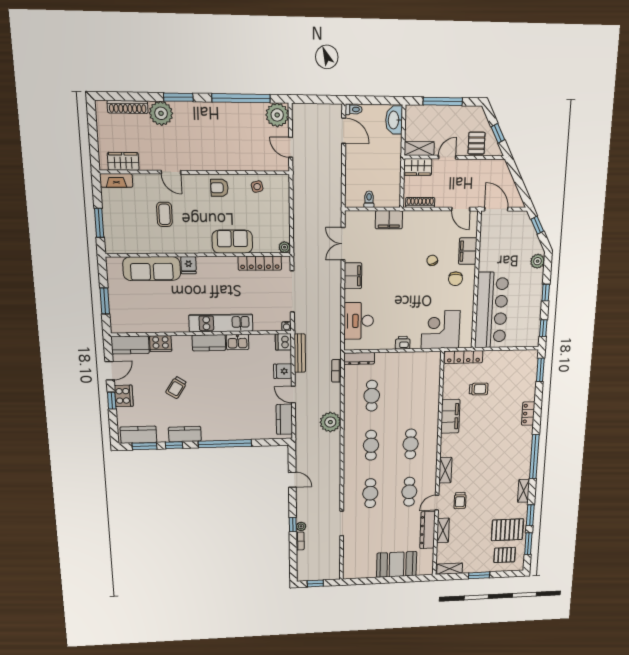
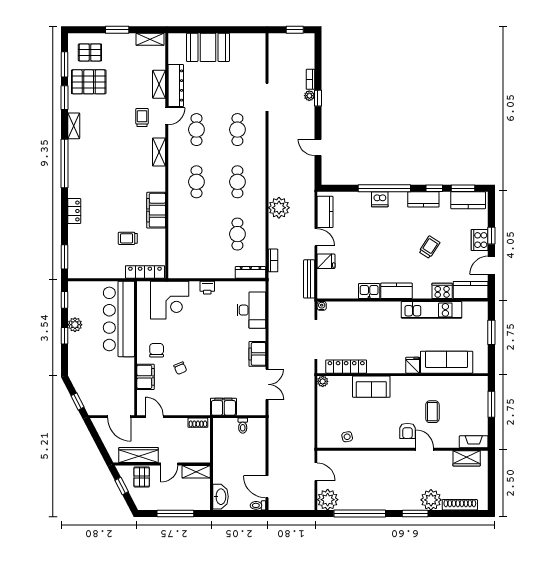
wardrobe: (418, 167) -> (139, 455), moved, width x1.50
armchair: (219, 188) -> (407, 431), moved, turned 90
shoe rack: (420, 202) -> (198, 423), width x0.70
plant: (538, 261) -> (75, 325), moved
kitchen unit: (221, 323) -> (432, 310), moved
dishwasher: (283, 342) -> (380, 199), moved, turned 90

